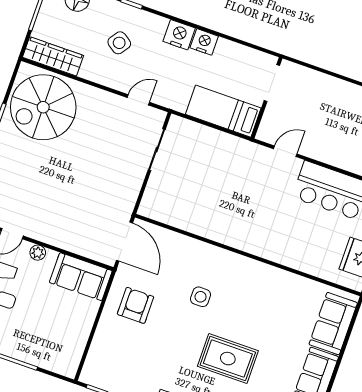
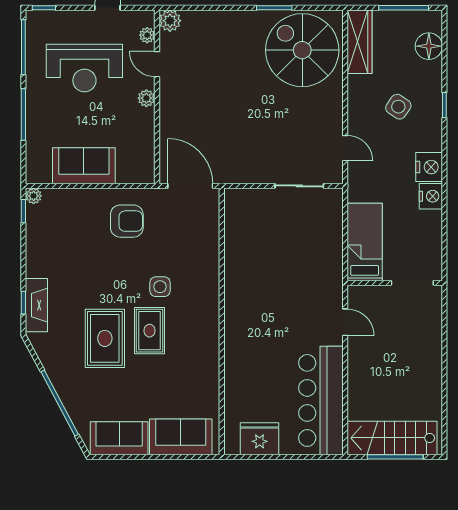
door: (124, 242) -> (190, 186), swing flipped
sofa: (81, 277) -> (84, 166), moved, turned 90
rug: (234, 319) -> (150, 331), added
plant: (87, 377) -> (34, 196), added

